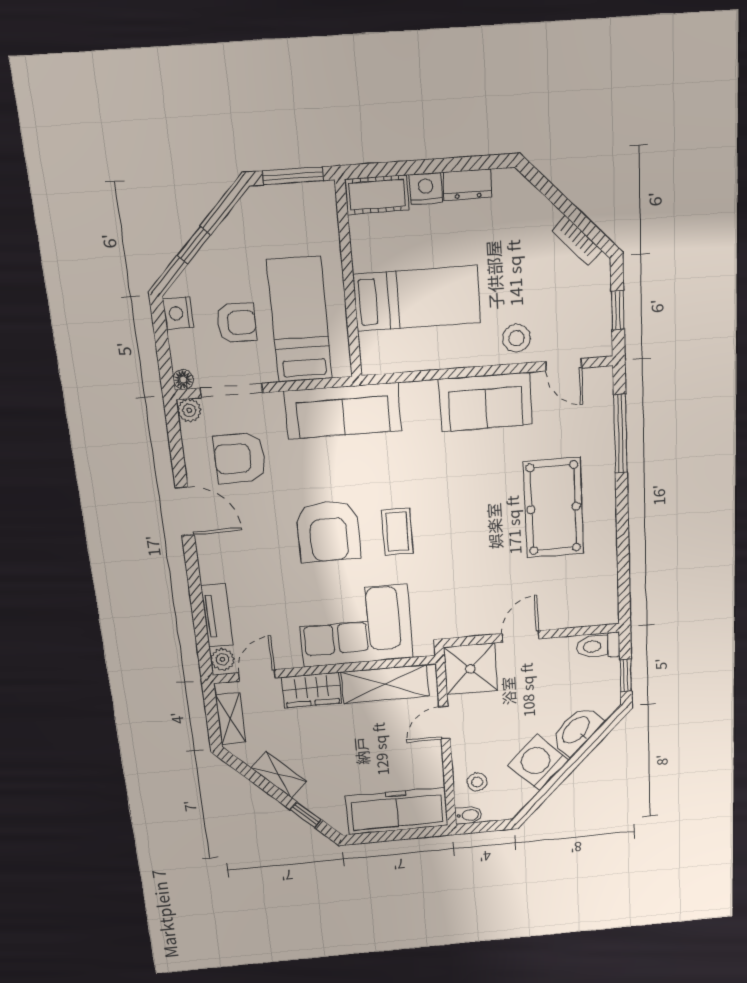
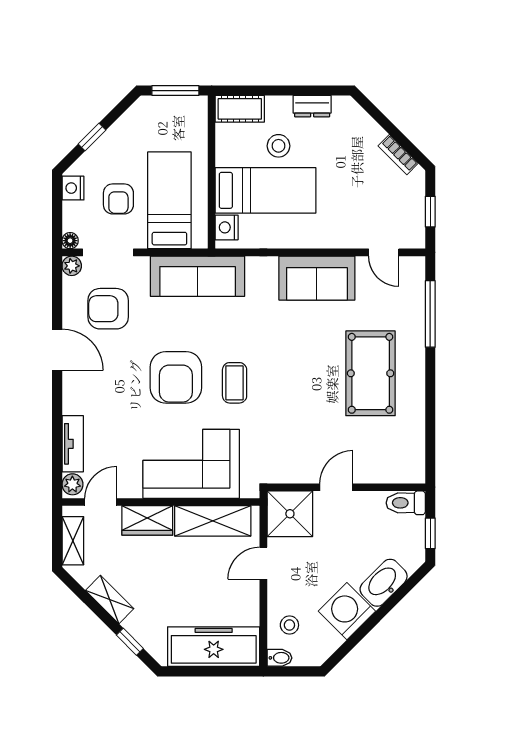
nightstand: (426, 189) -> (227, 227), moved, turned -90
armchair: (237, 323) -> (118, 199), turned 90
stool: (517, 338) -> (279, 146), moved

